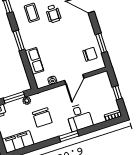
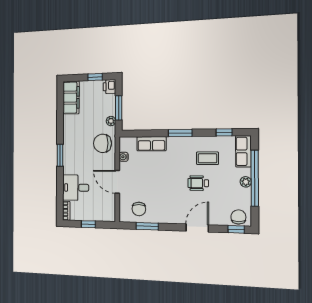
desk: (79, 117) -> (76, 188), moved
chair: (42, 118) -> (103, 143), moved

